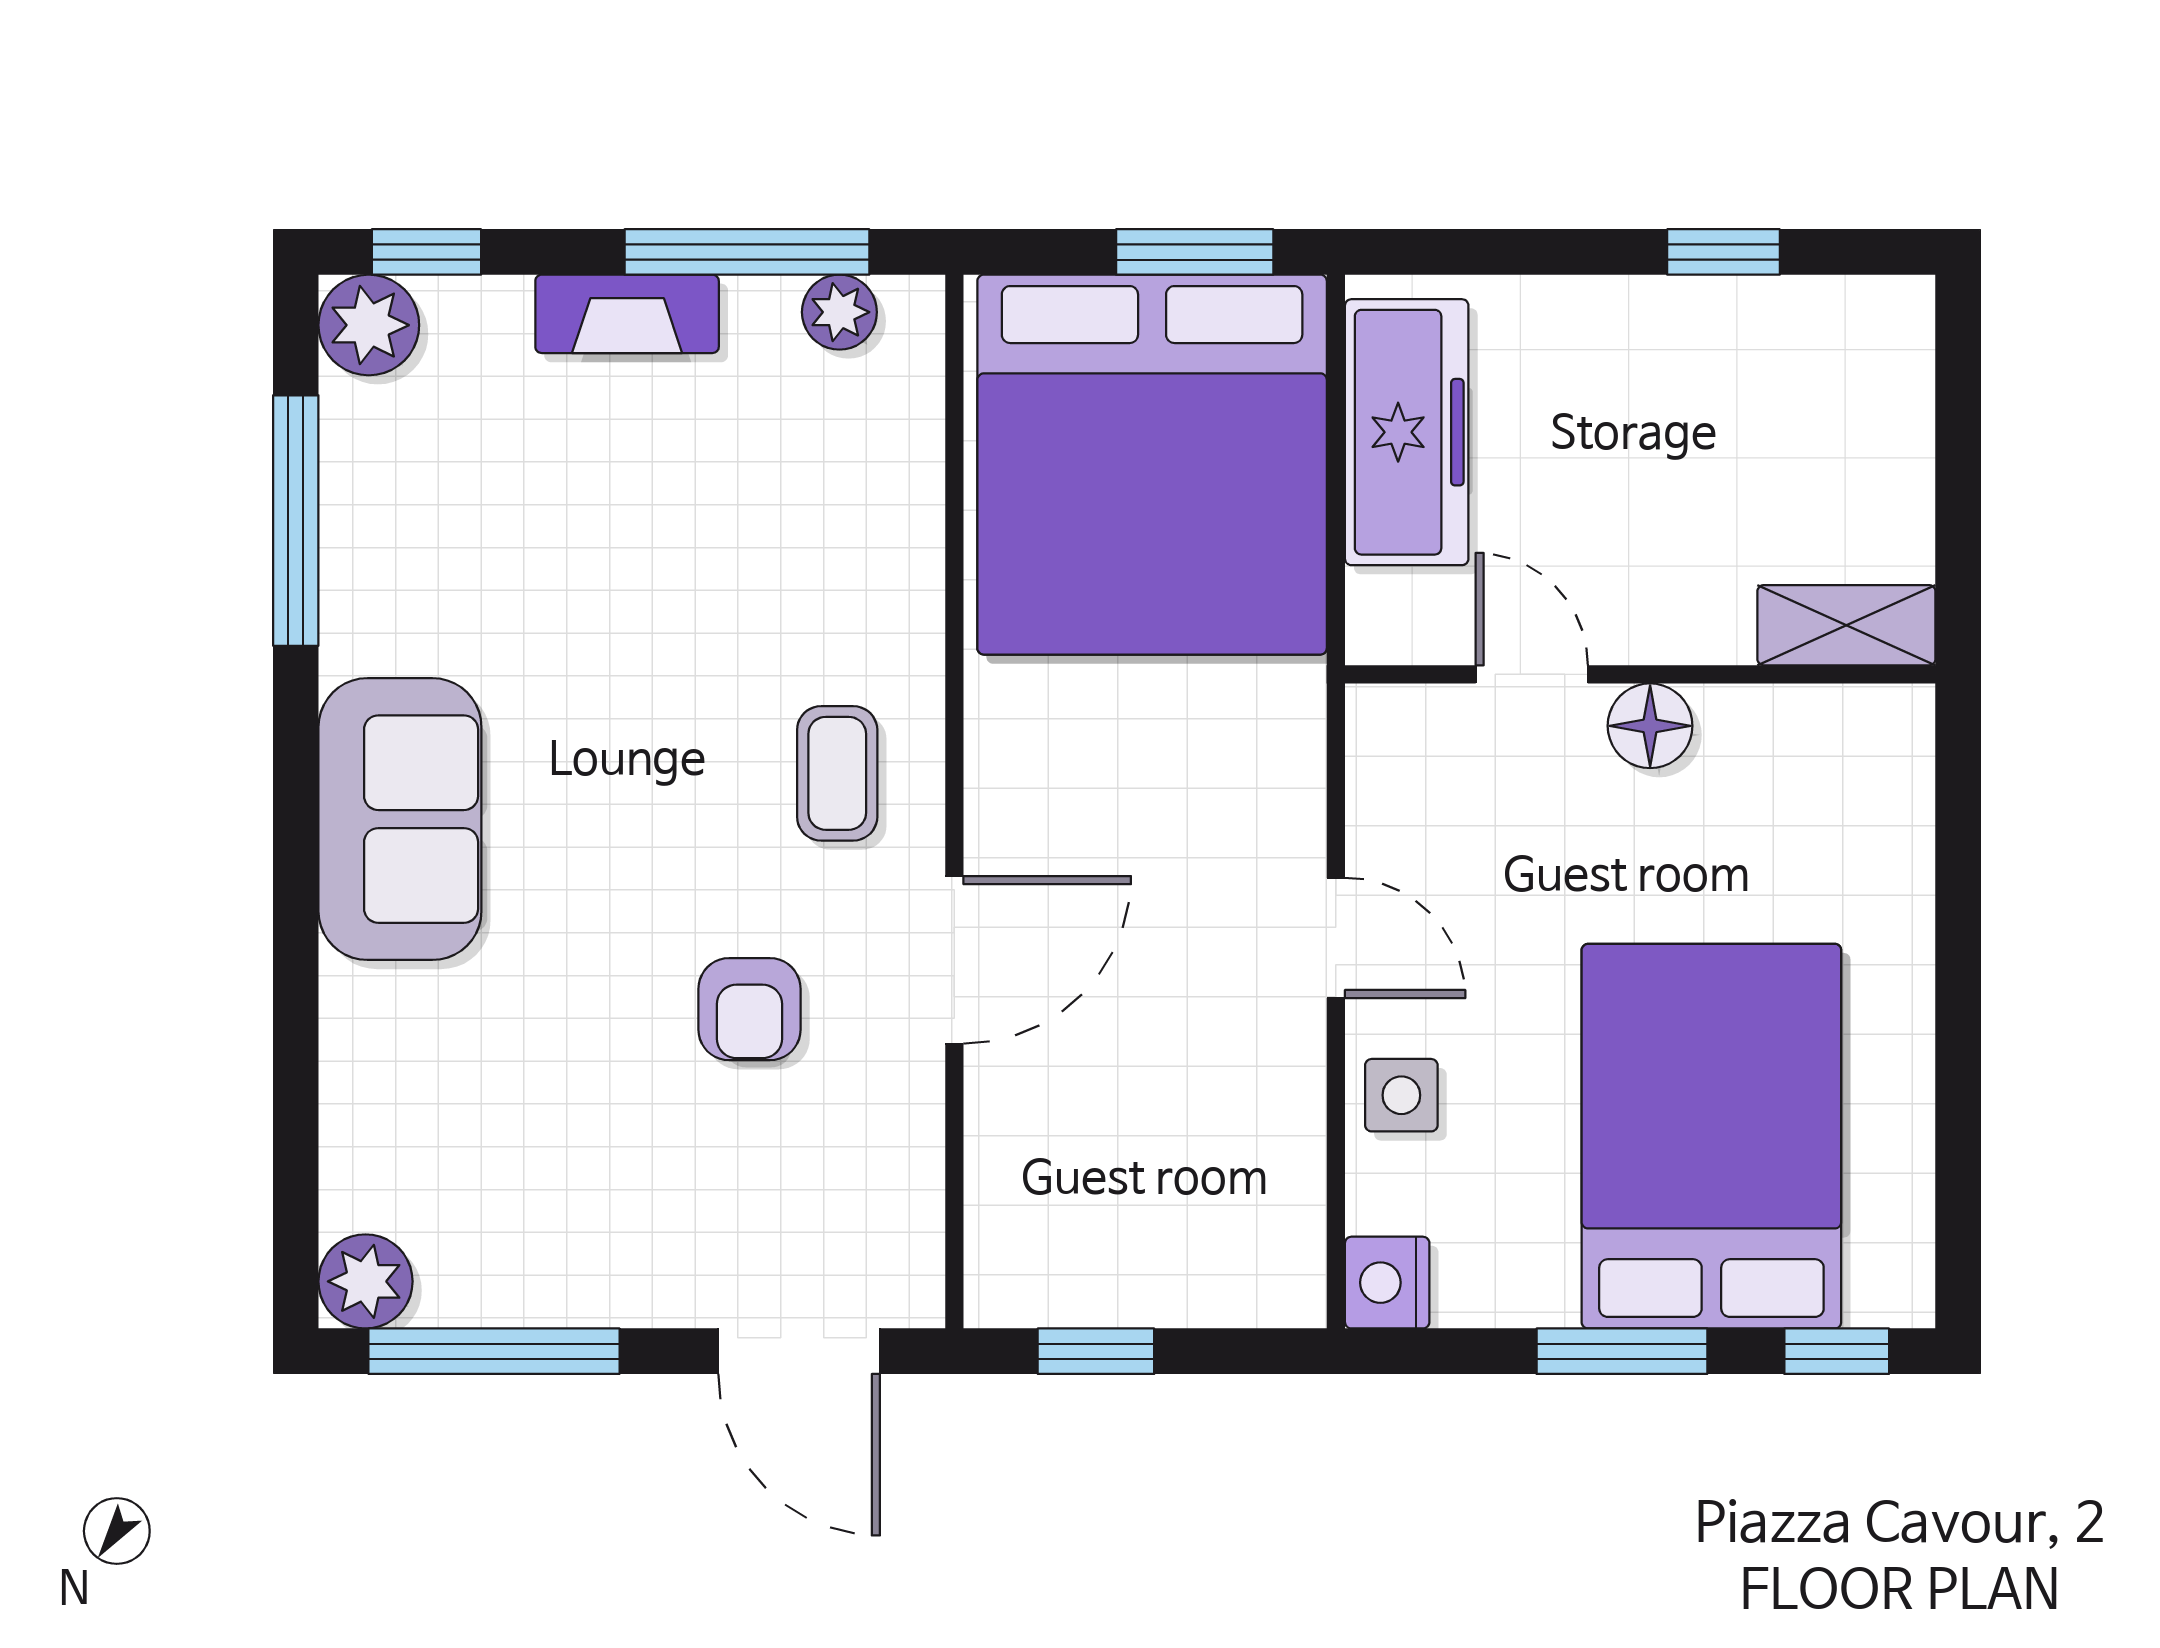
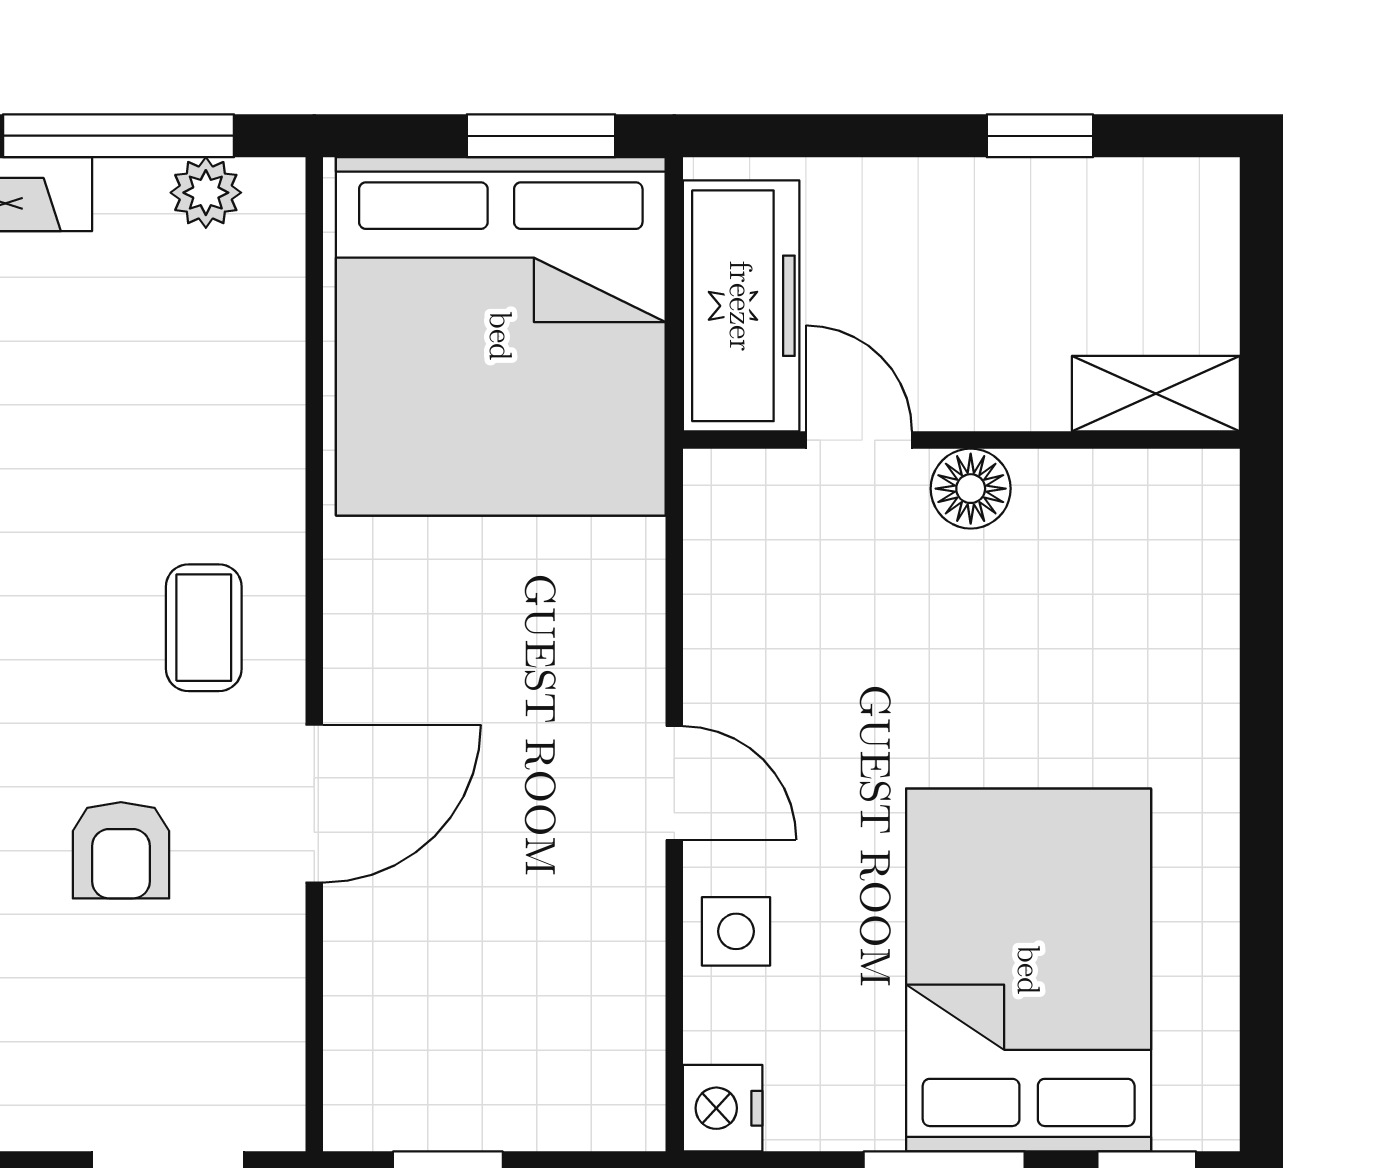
shelving: (1846, 625) -> (1156, 394), moved
door: (1532, 674) -> (859, 440), moved
wall: (1640, 674) -> (961, 440), moved
floor lamp: (1650, 726) -> (971, 489), moved

